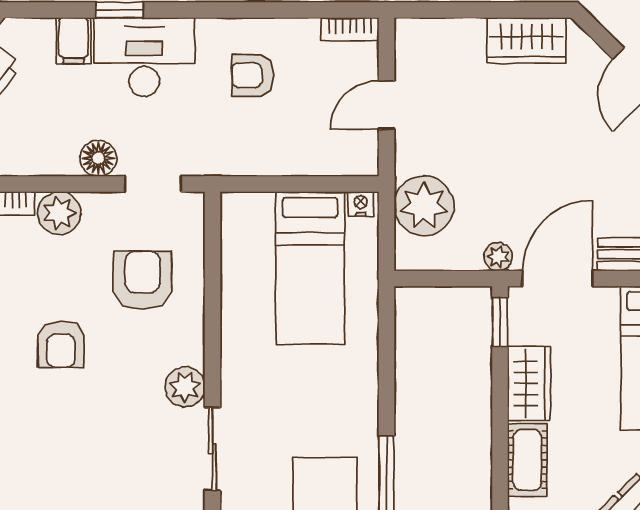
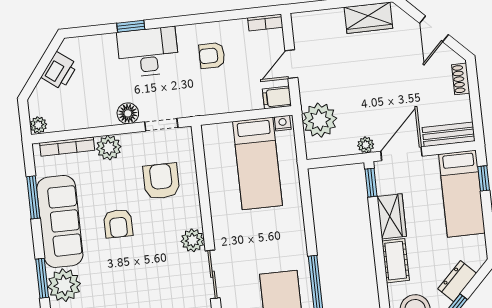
filing cabinet: (74, 41) -> (277, 97), moved, turned 90

